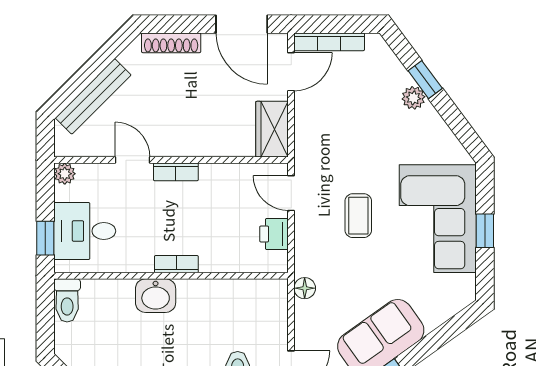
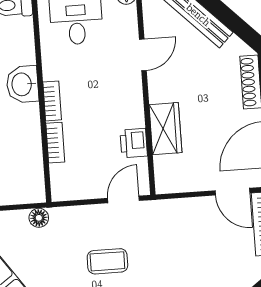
wardrobe: (272, 129) -> (165, 129), moved, turned 90
bookcase: (176, 172) -> (55, 143), moved, turned 180
printer: (274, 234) -> (134, 143), moved, turned -90

